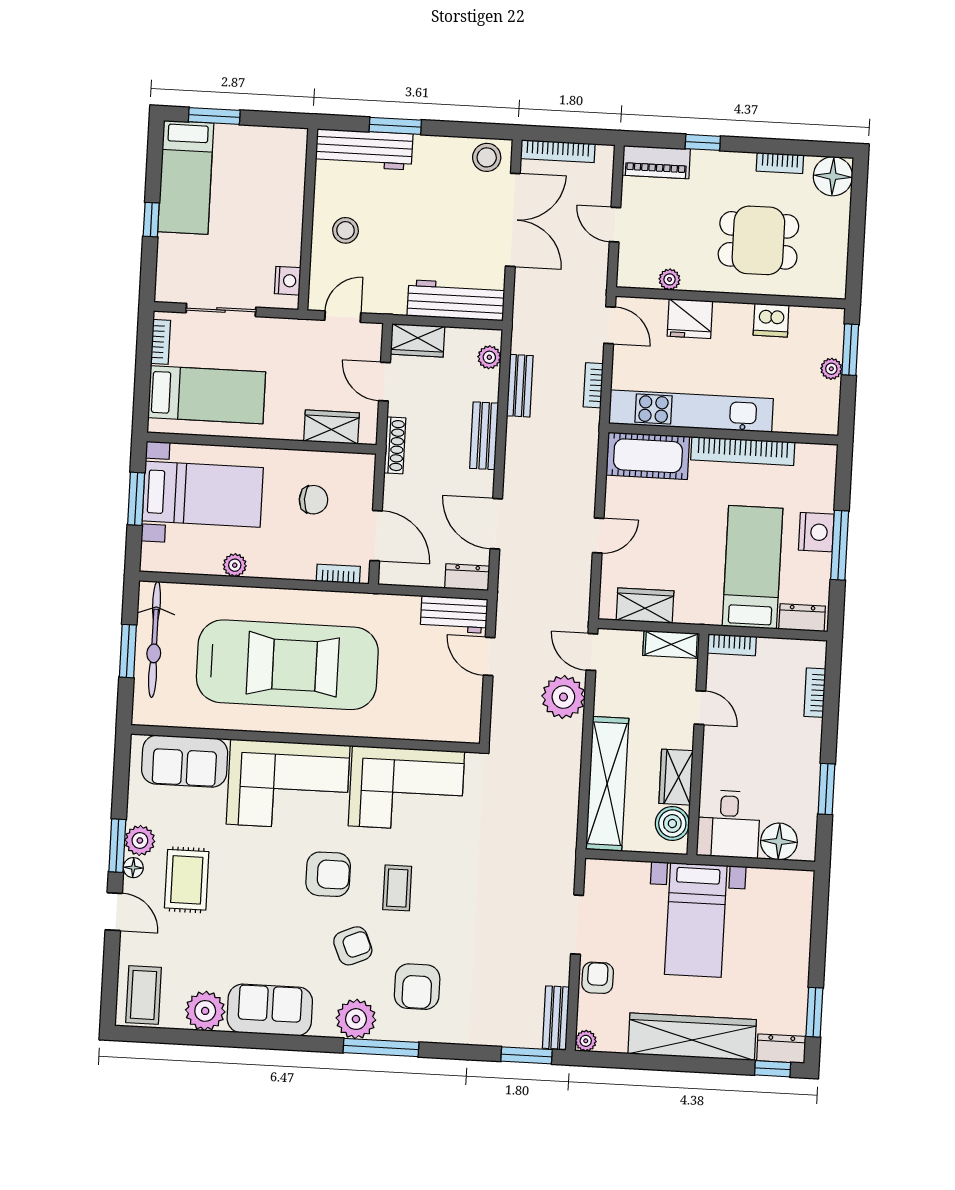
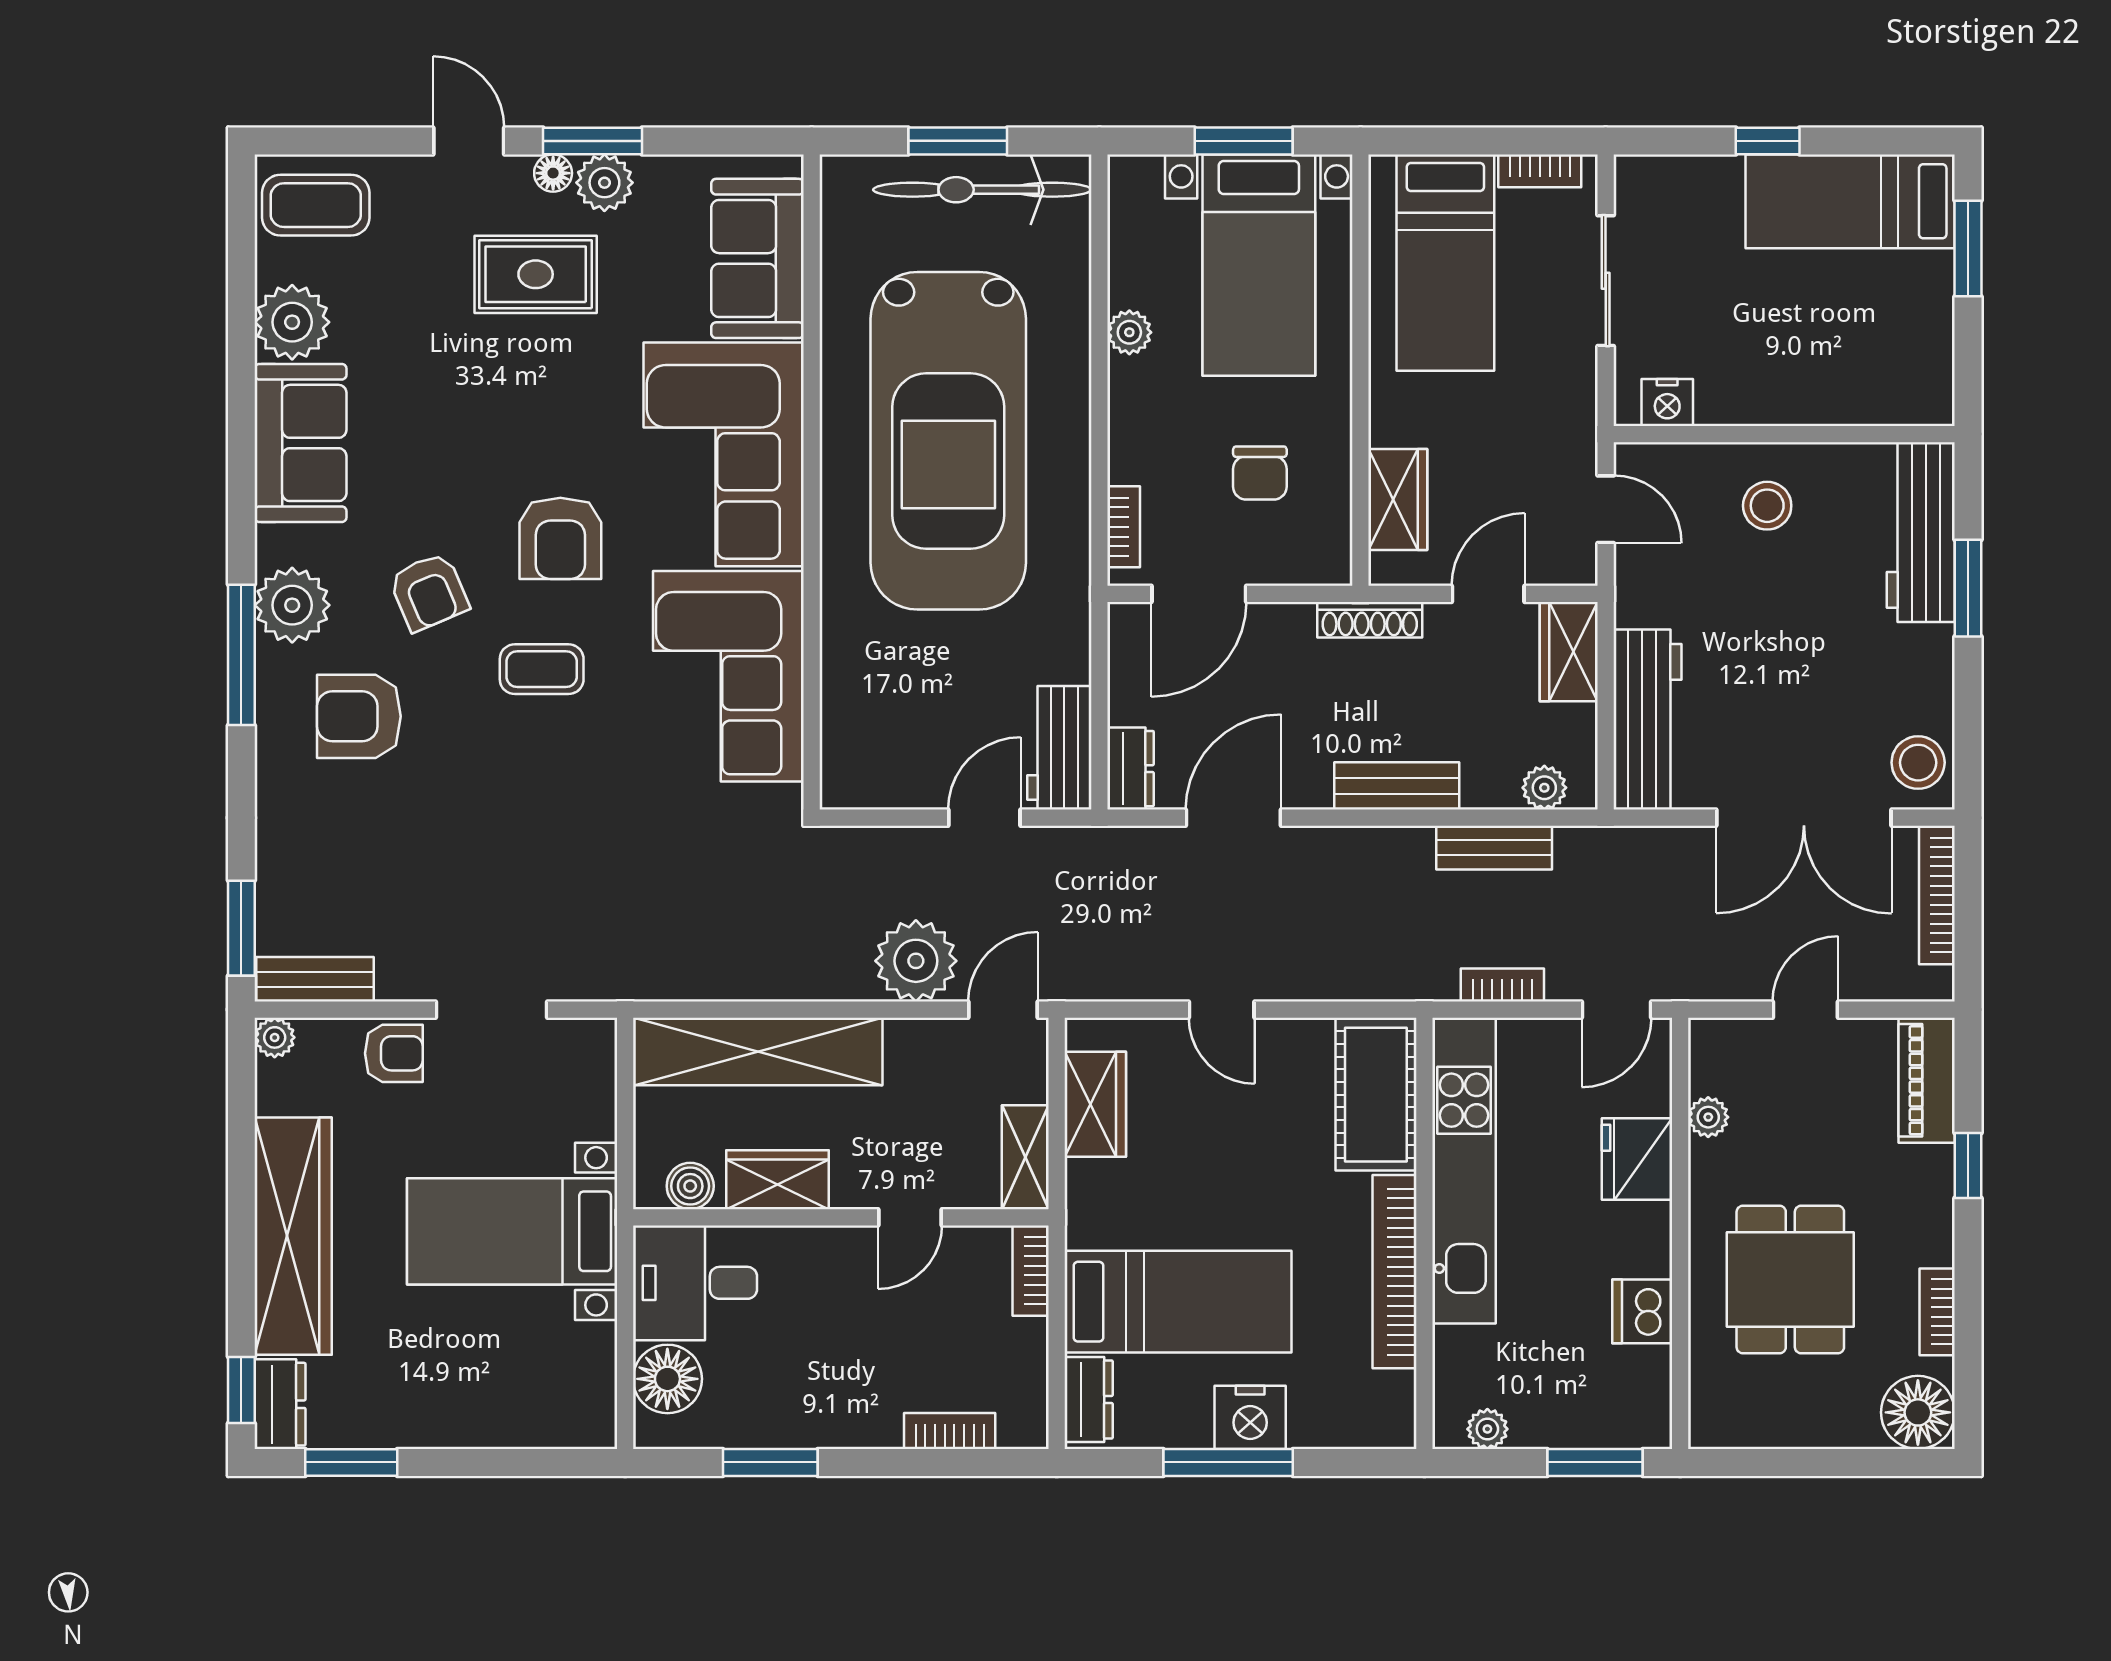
plant: (831, 369) -> (1487, 1429), moved
boiler: (672, 824) -> (690, 1186), width x0.73, depth x0.73
door: (114, 912) -> (469, 141), swing flipped

